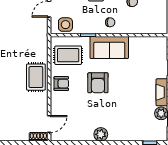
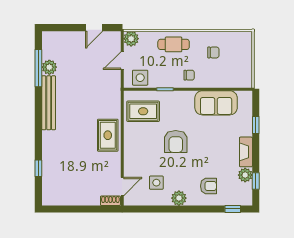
sofa: (109, 48) -> (216, 103), moved
armchair: (61, 84) -> (208, 186), moved
side table: (80, 120) -> (156, 183), added

